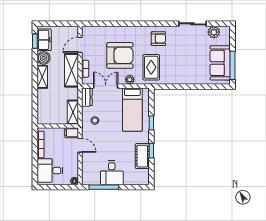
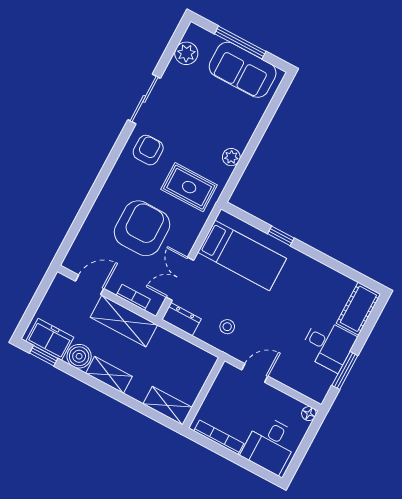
sliding door: (193, 24) -> (144, 99), moved
door: (80, 45) -> (90, 285), swing flipped
window: (232, 65) -> (240, 43), moved
plant: (130, 80) -> (231, 157), moved
shelving: (73, 112) -> (168, 406), moved
filing cabinet: (72, 133) -> (227, 376), removed
window: (151, 151) -> (327, 260), removed
cot: (142, 156) -> (358, 309), moved, turned 90
window: (104, 187) -> (345, 371), width x0.69

